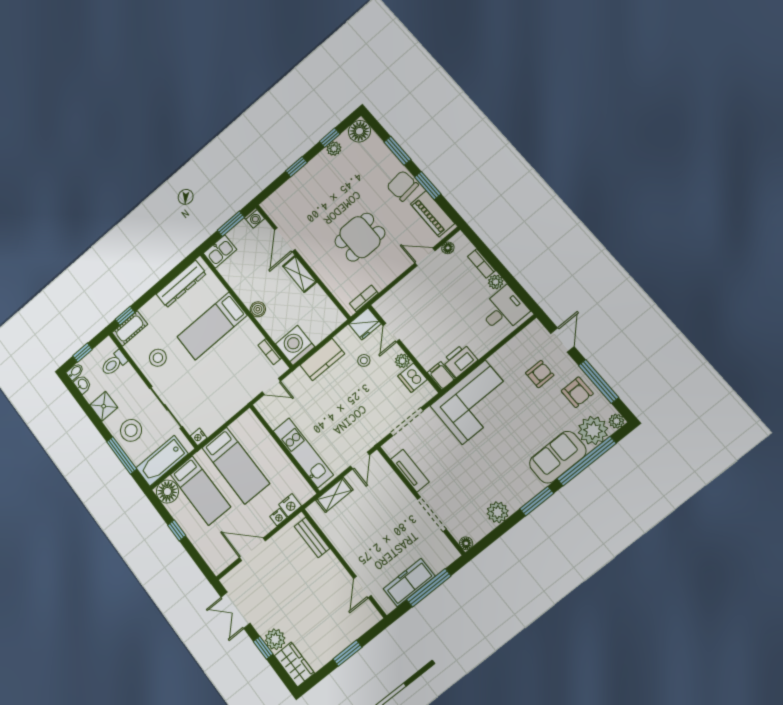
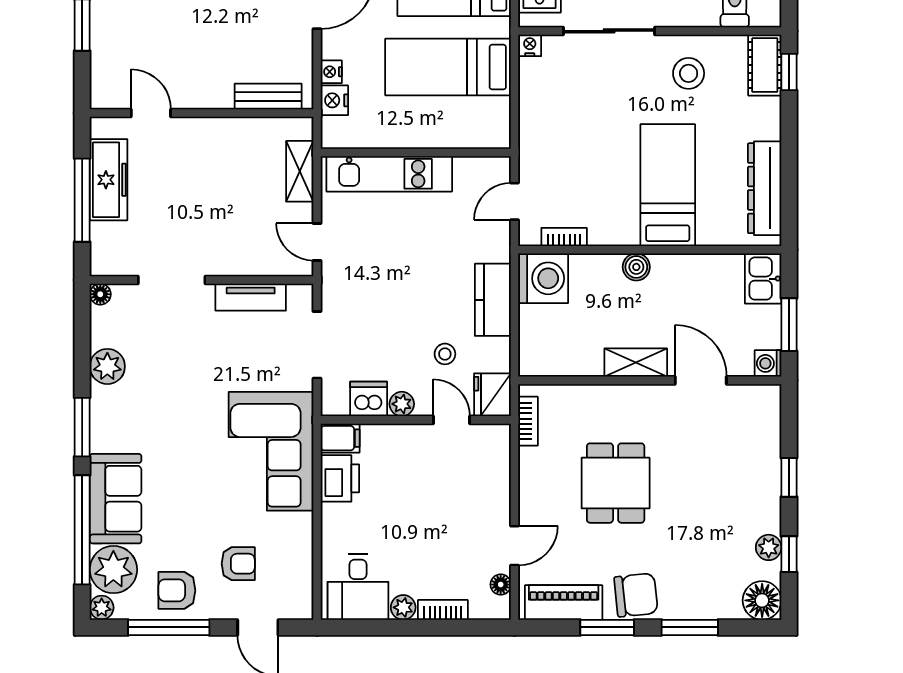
armchair: (540, 374) -> (238, 564), turned -90

